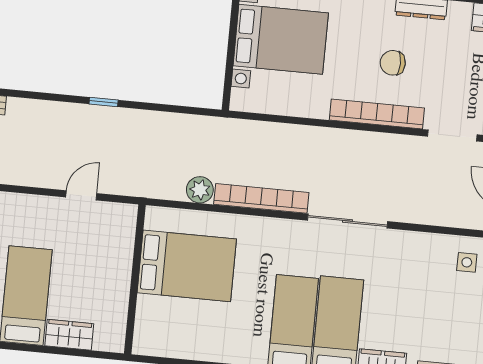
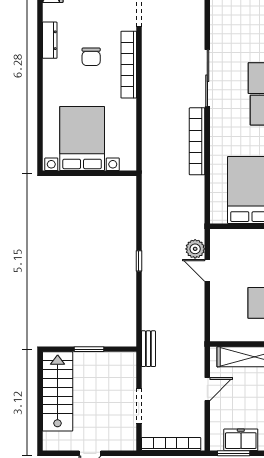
plant: (200, 190) -> (195, 249), moved

